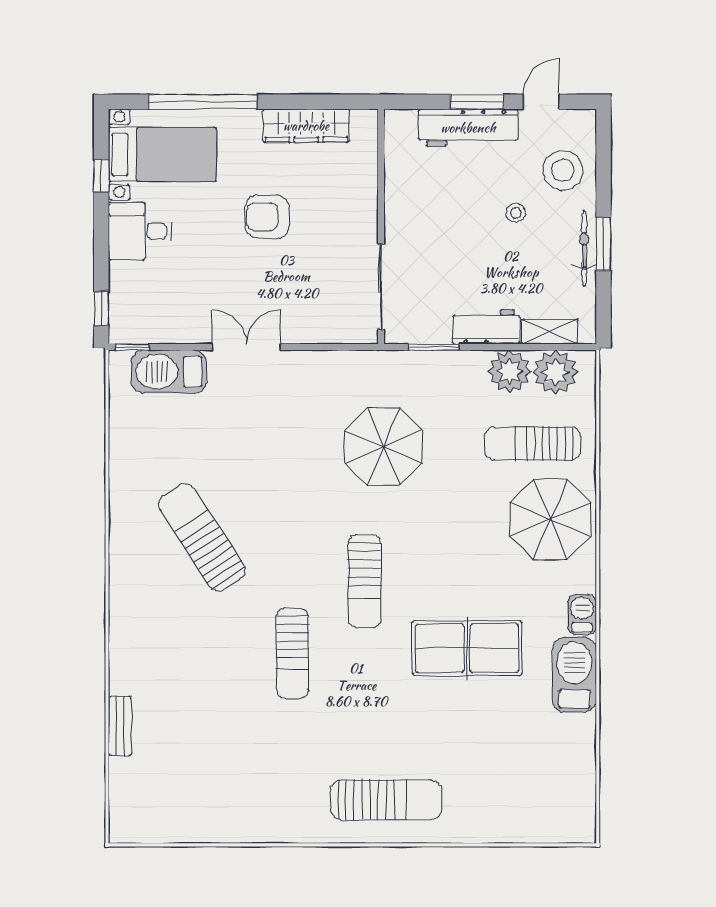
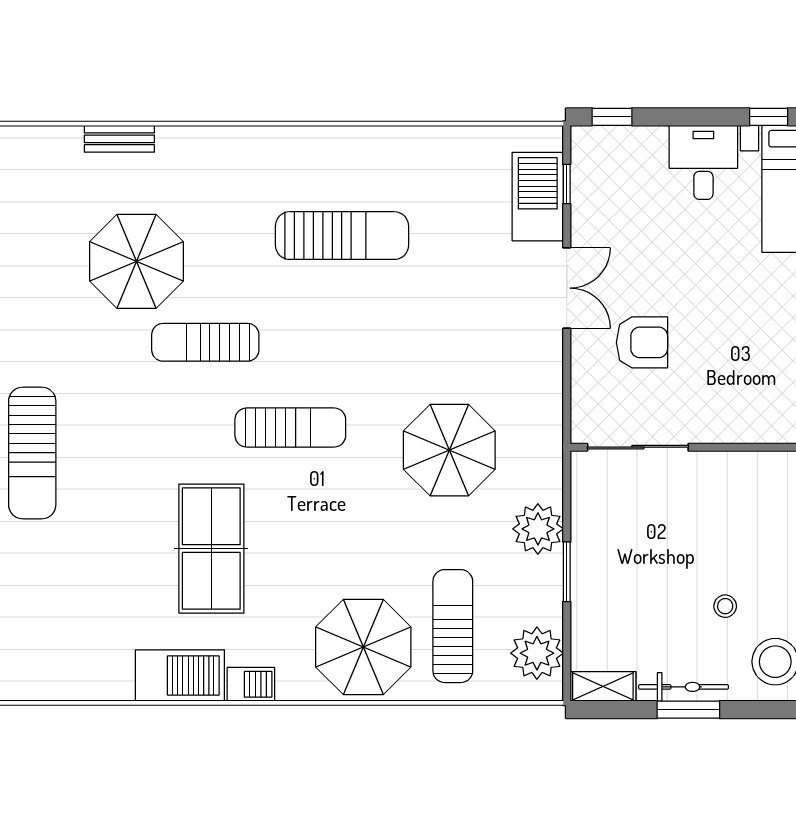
armchair: (267, 217) -> (642, 342), moved, turned 90
workbench: (486, 327) -> (591, 571), removed
shelving: (550, 332) -> (603, 686), moved, turned 90
window: (132, 347) -> (567, 184), moved
window: (434, 347) -> (567, 572), moved
plant: (509, 371) -> (538, 529), moved
sun lounger: (202, 537) -> (342, 236), turned 33
sun lounger: (364, 581) -> (290, 428), turned 180
parasol: (224, 711) -> (137, 261), added

